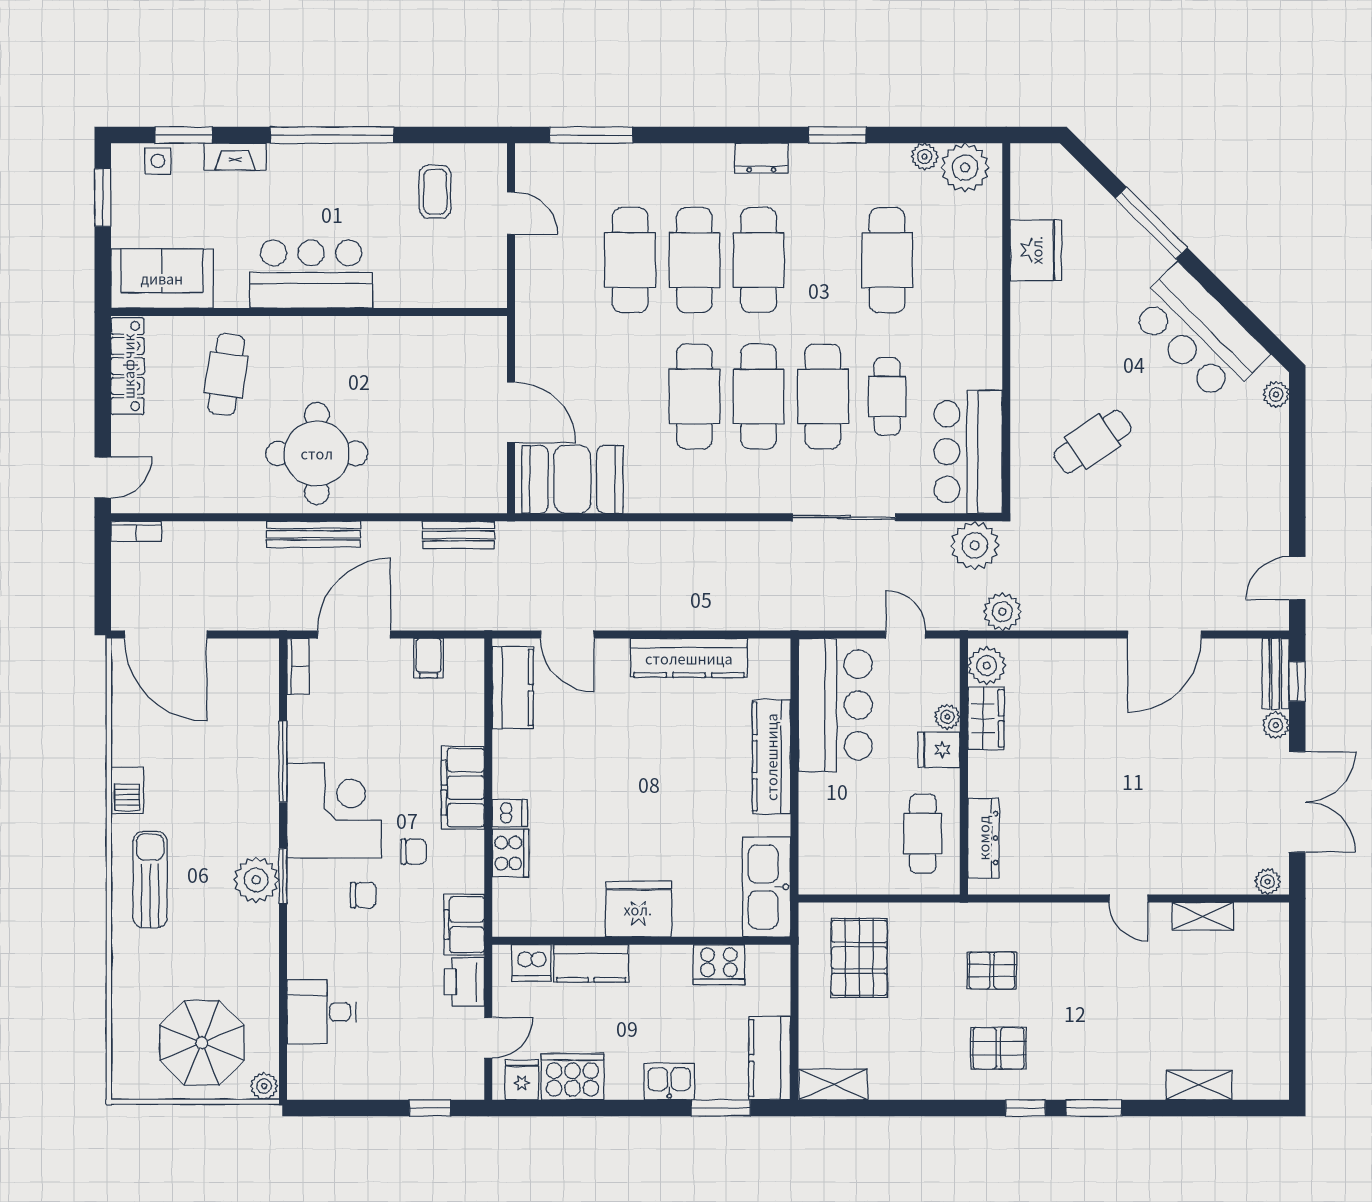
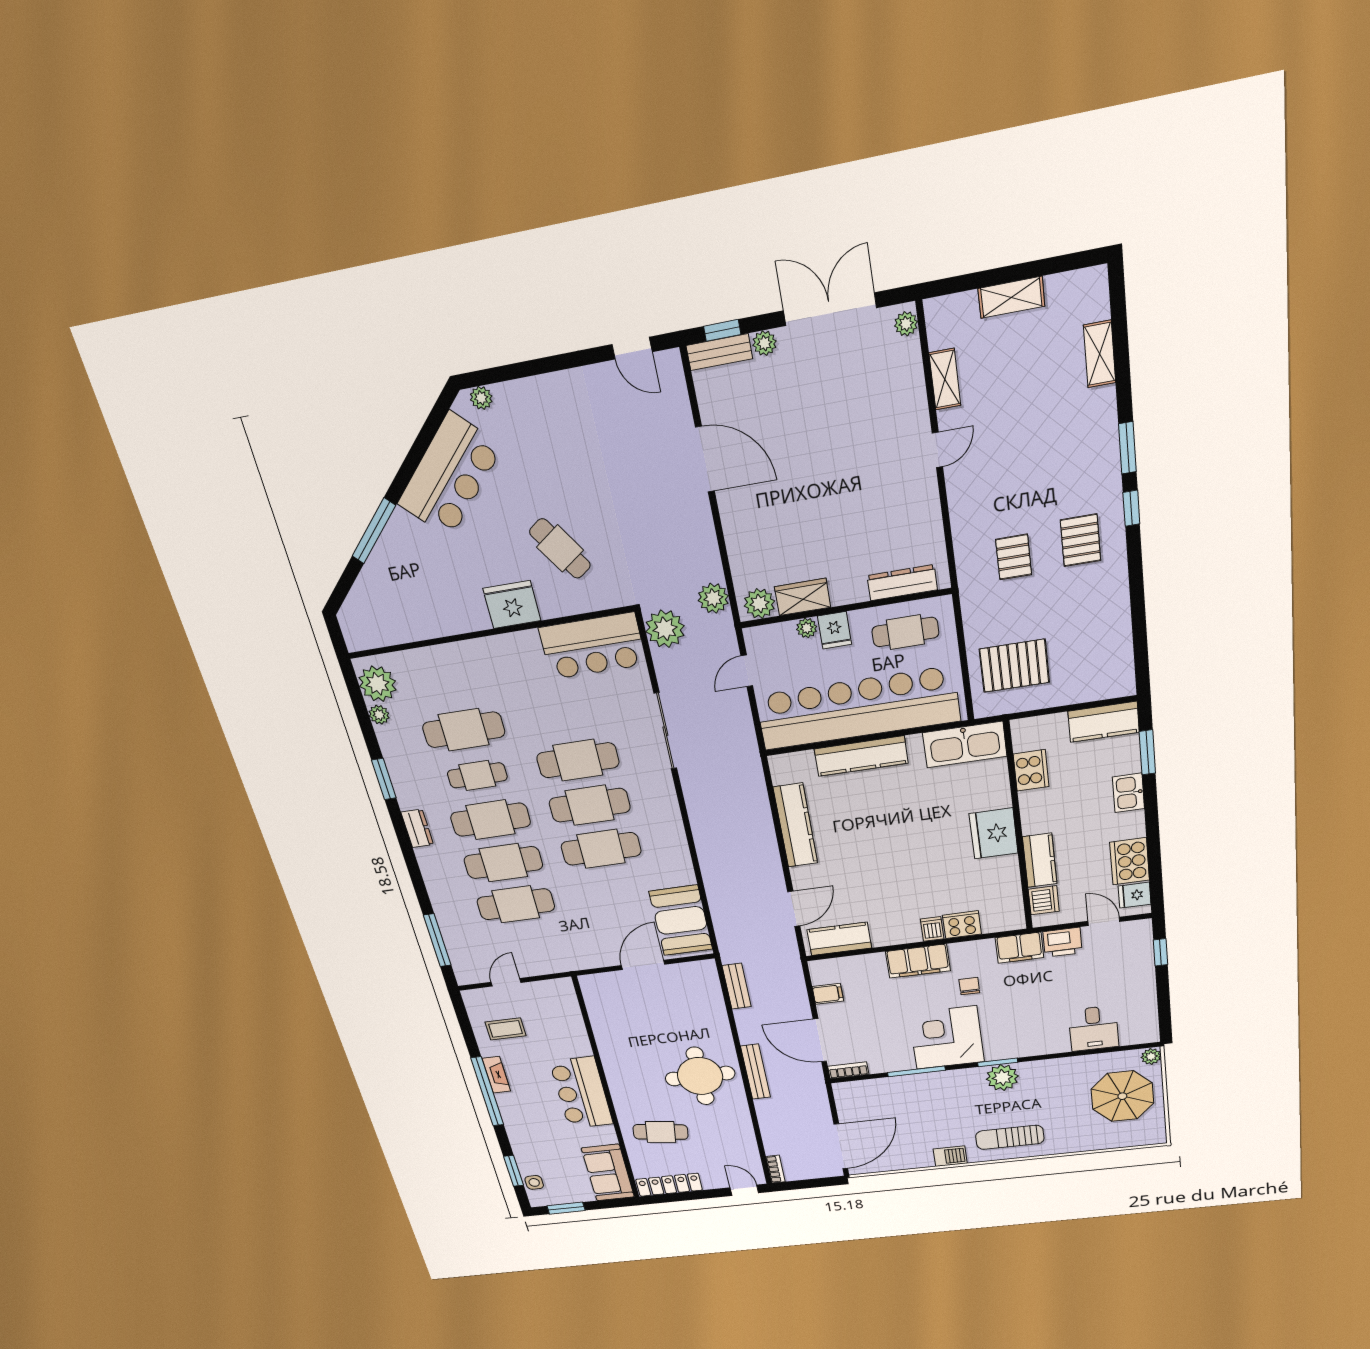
fireplace: (235, 157) -> (496, 1075), moved
fridge: (1036, 250) -> (512, 605), moved
cafe table: (887, 396) -> (477, 775), moved
bar counter: (835, 705) -> (858, 708), width x1.86
chair: (363, 895) -> (1005, 1013), removed
shelving: (833, 1084) -> (1011, 297), moved, turned 90

